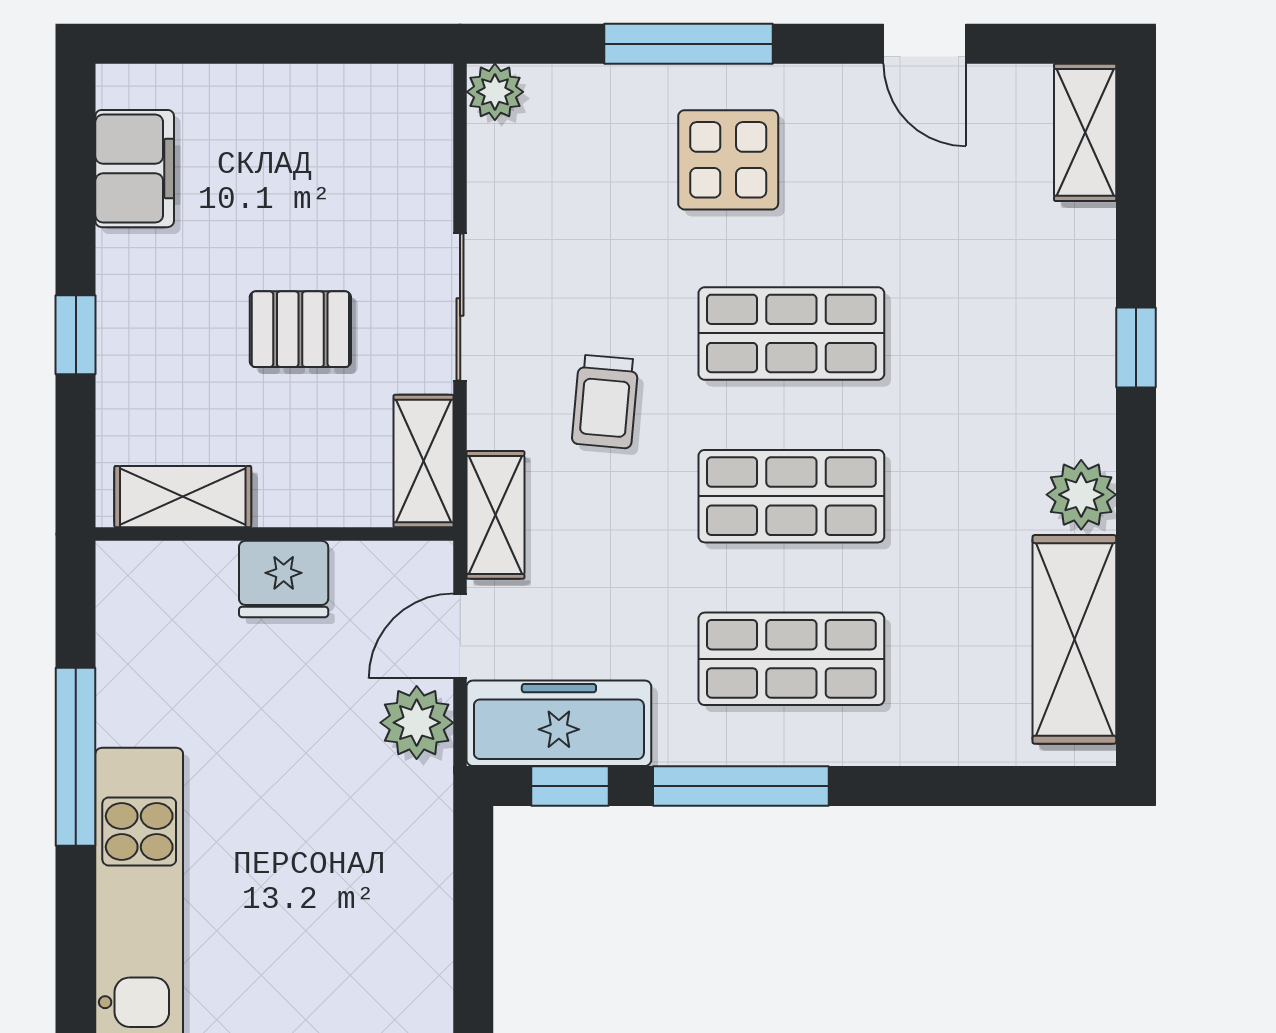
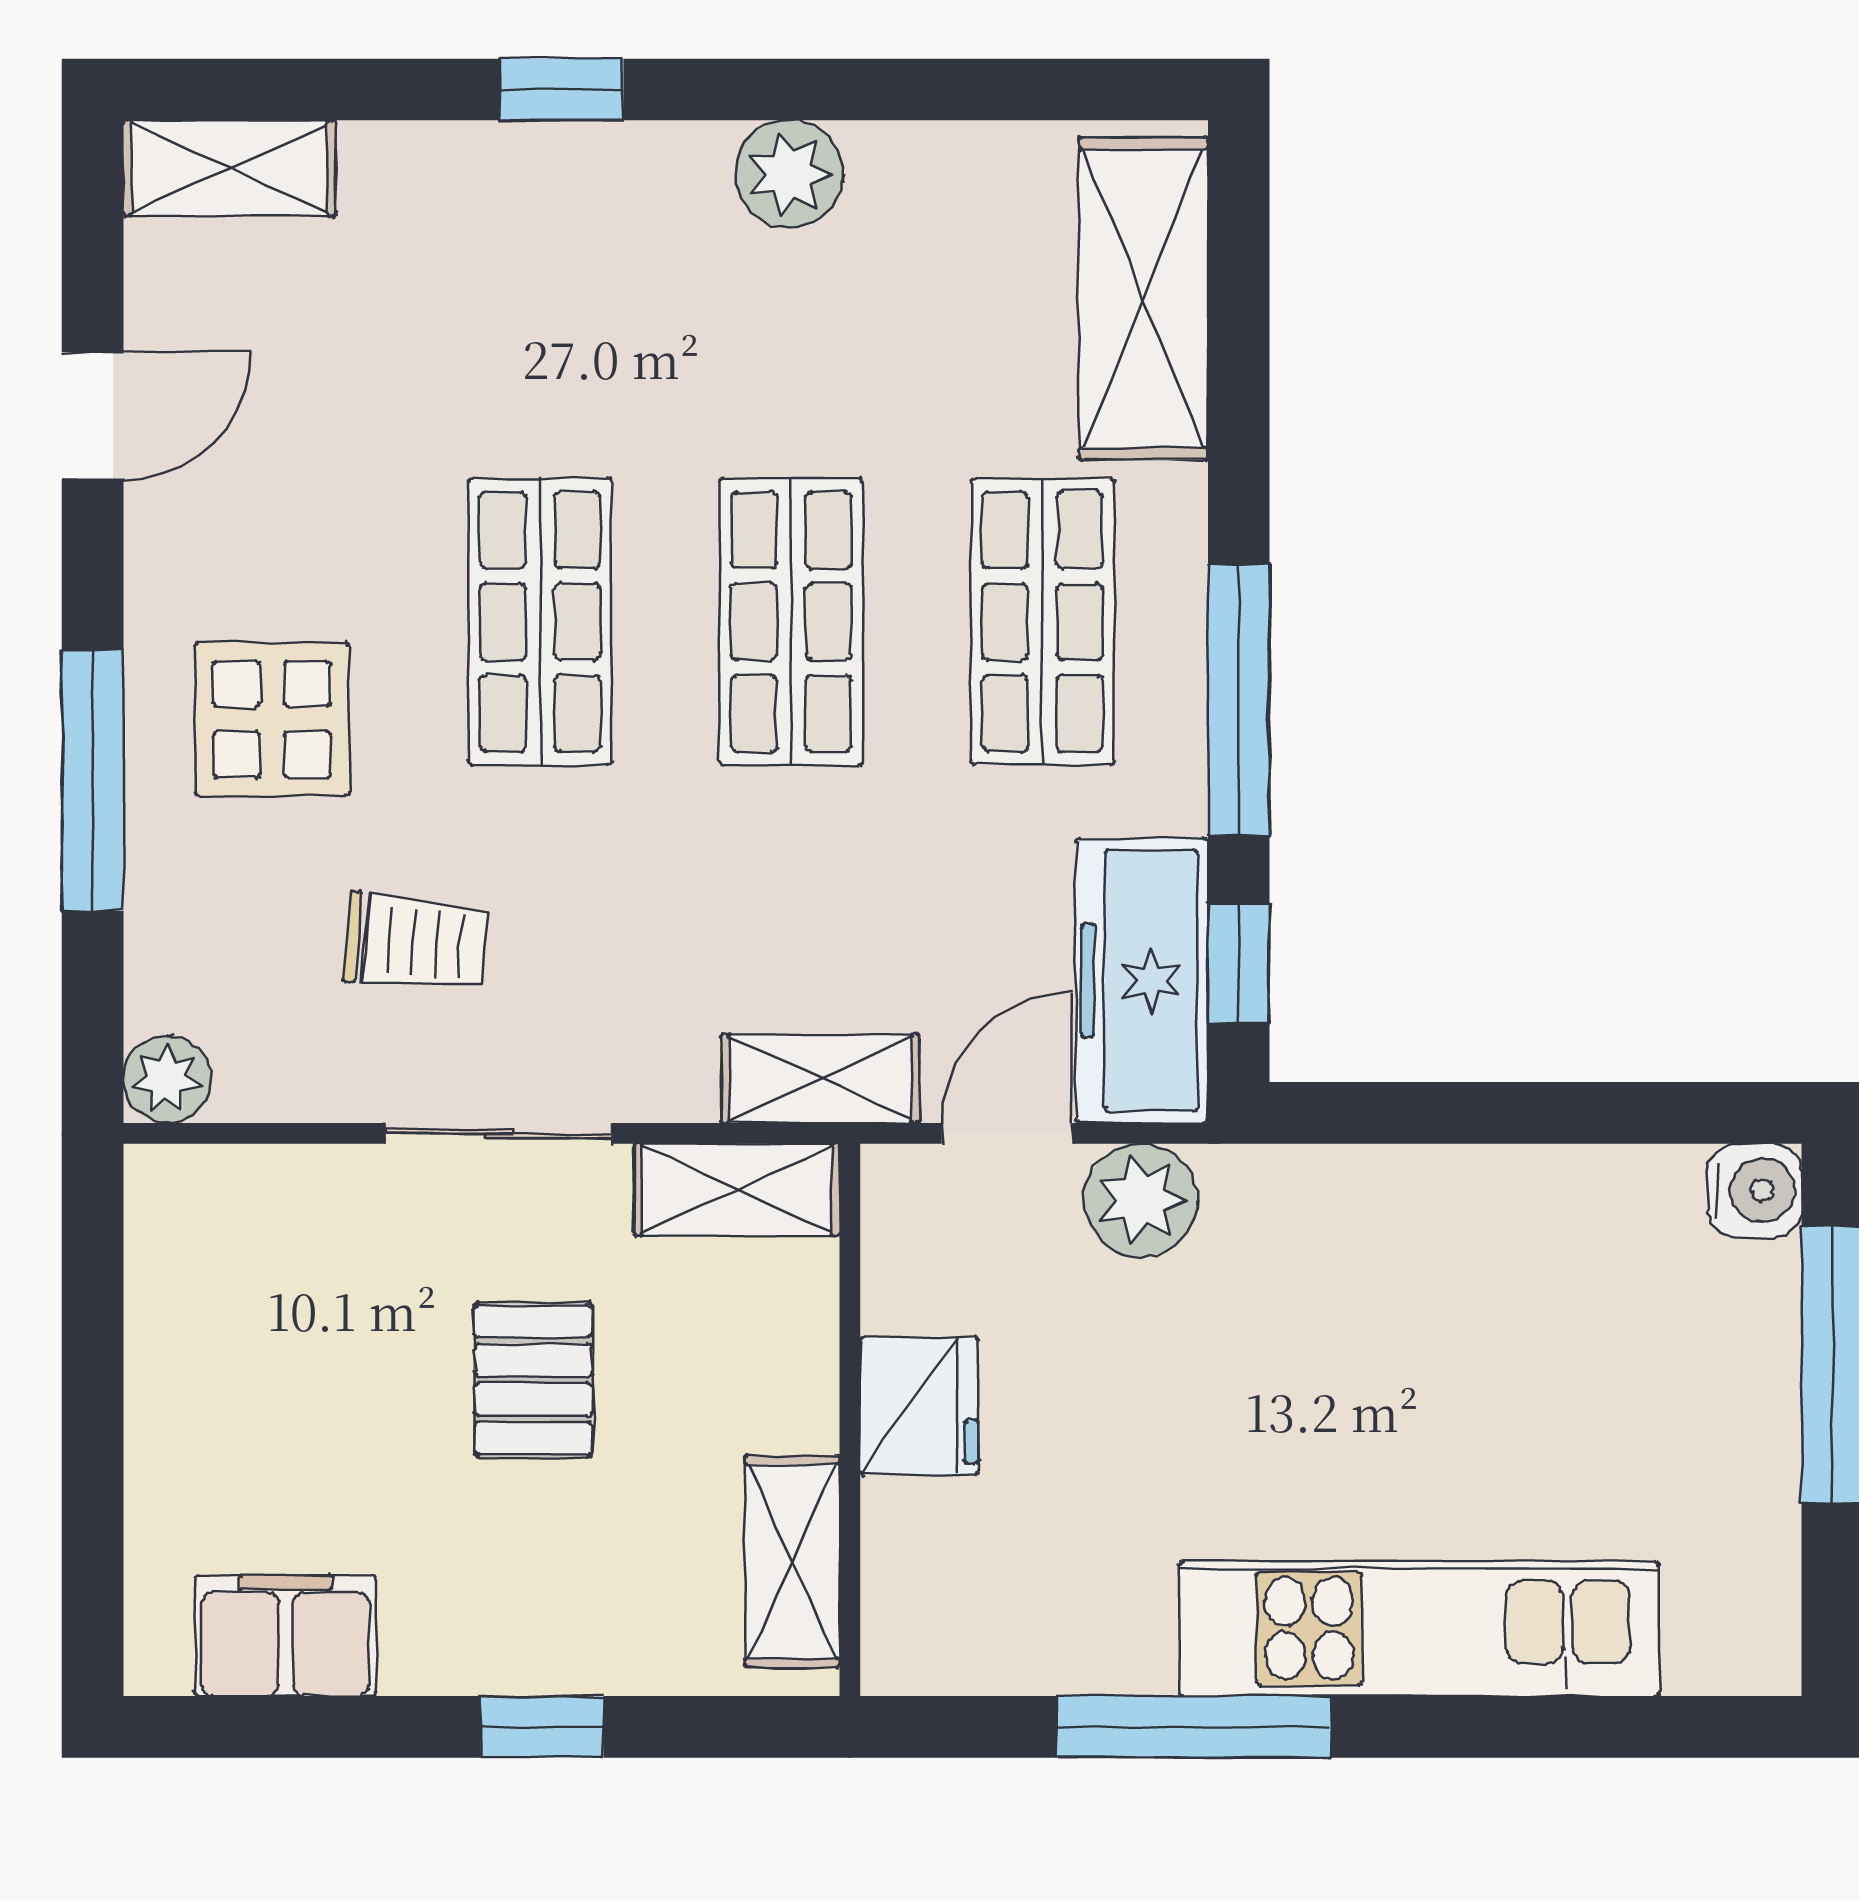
trolley: (605, 402) -> (416, 942), moved
door: (460, 636) -> (1007, 1133), swing flipped
shelving: (1074, 639) -> (1143, 299), moved, turned 90

